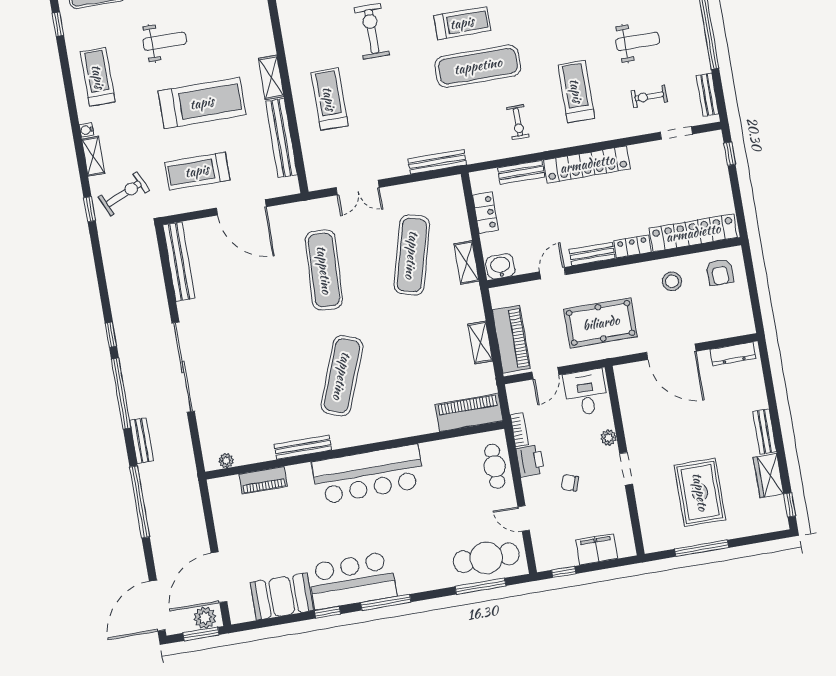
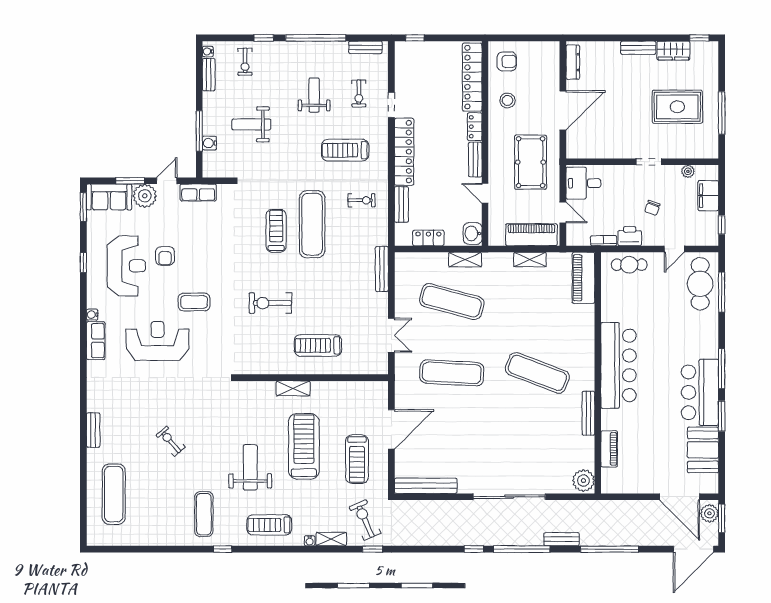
weight bench: (165, 41) -> (250, 467), width x1.36, depth x1.33
doorway: (676, 133) -> (391, 105), moved
bench: (281, 138) -> (342, 389), removed
plant: (609, 438) -> (688, 171), moved
plant: (226, 461) -> (583, 481), width x1.87, depth x1.87
door: (157, 606) -> (694, 549), hinge flipped
window: (328, 612) -> (722, 416), width x1.50

